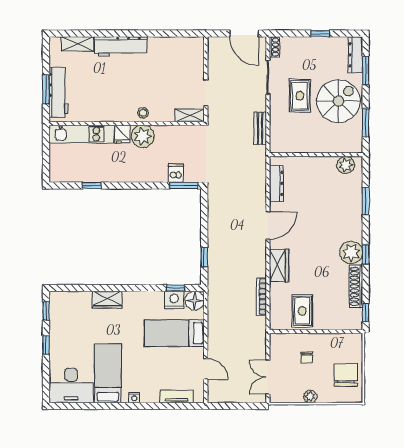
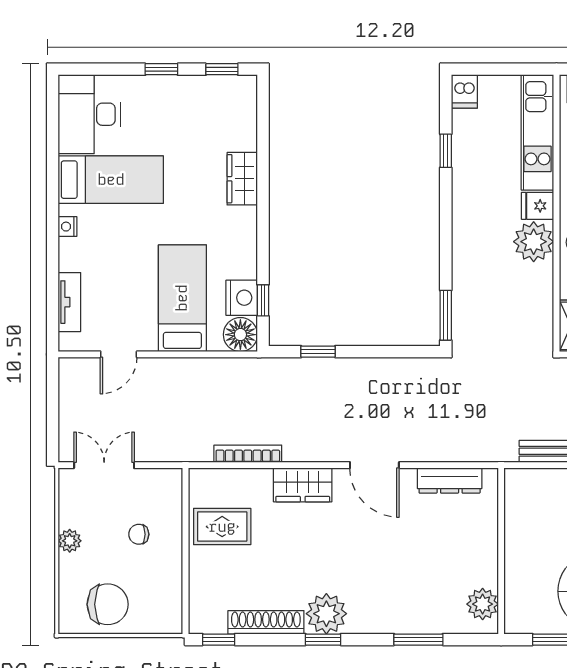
dishwasher: (176, 173) -> (464, 91), moved, turned 90

